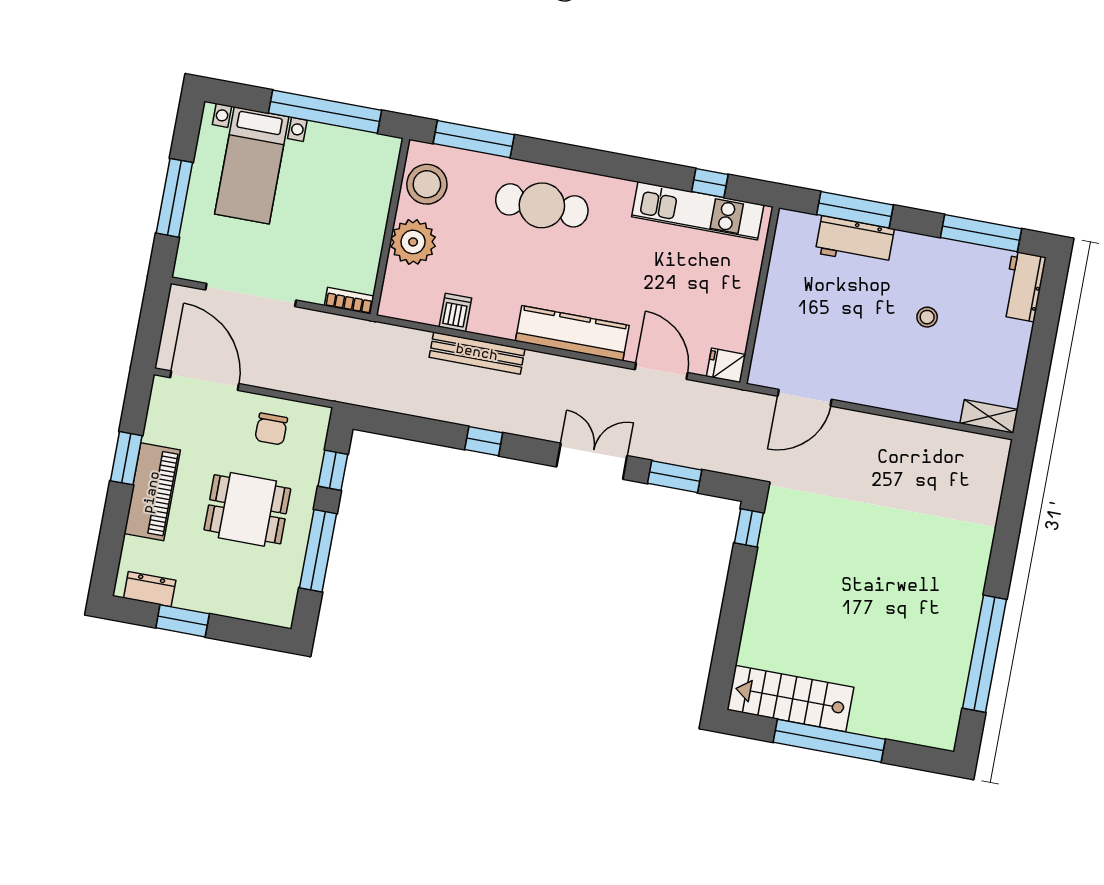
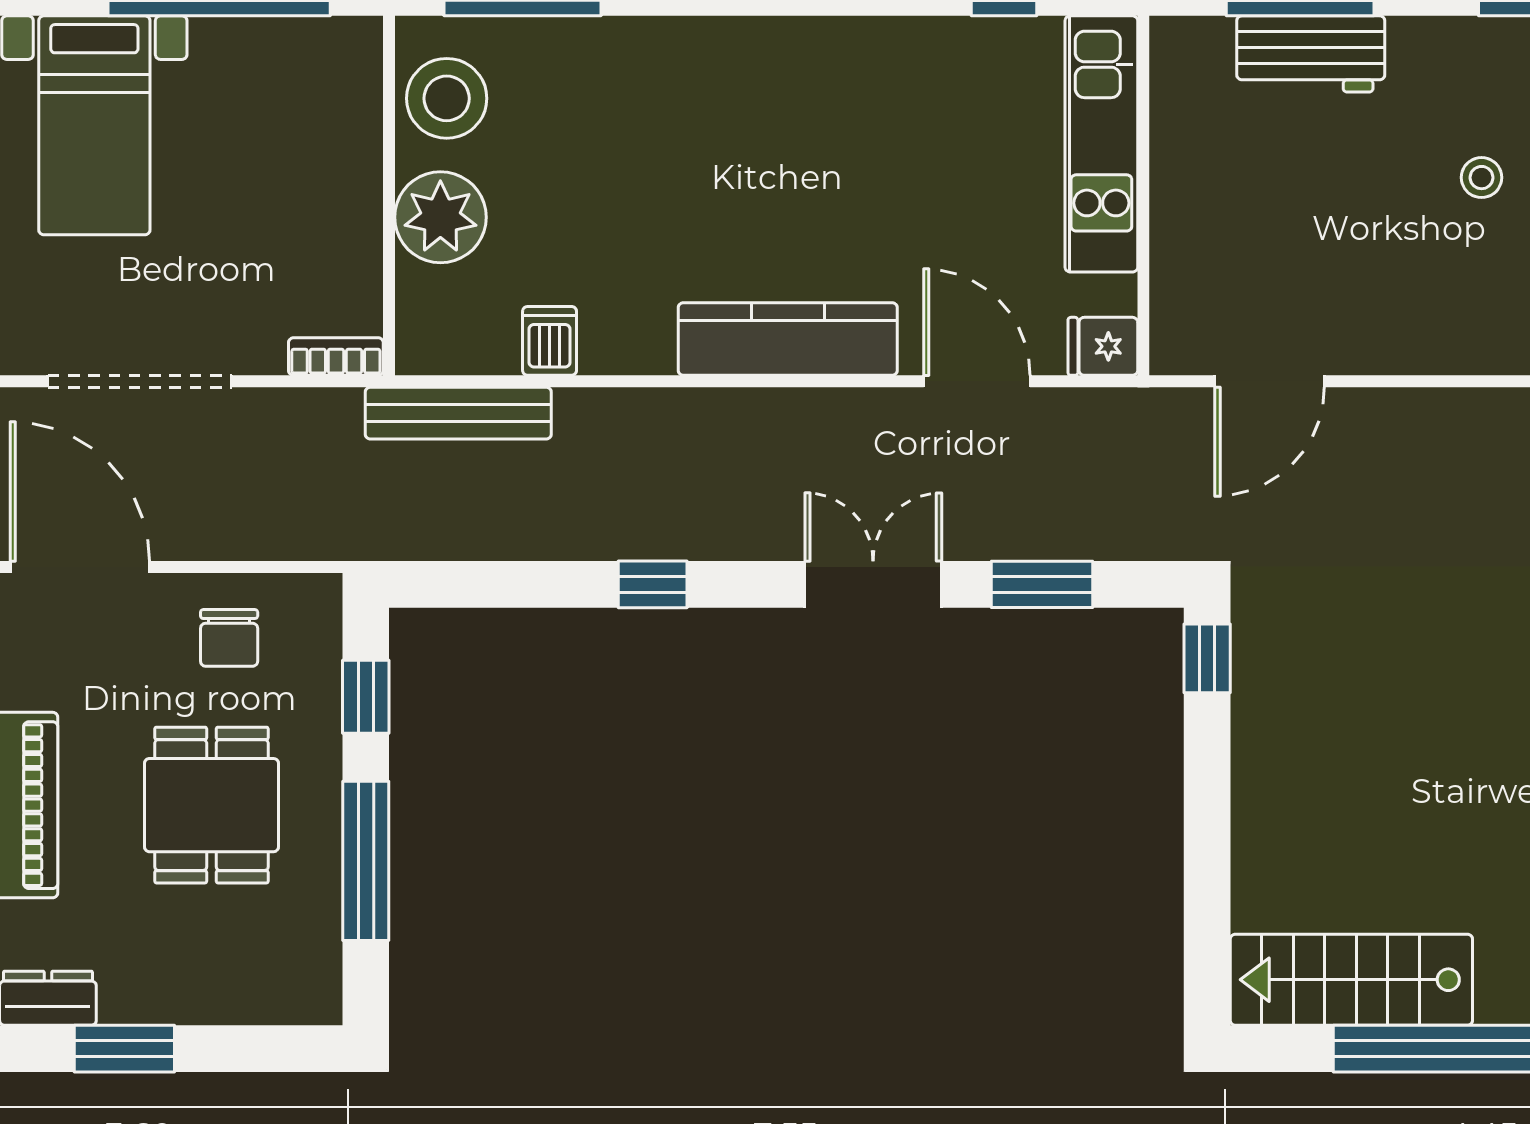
cafe table: (542, 205) -> (681, 98), removed
kitchen unit: (698, 211) -> (1101, 144), moved, turned 90
bench: (477, 353) -> (458, 413), moved
dining table: (247, 509) -> (211, 805), turned 90

